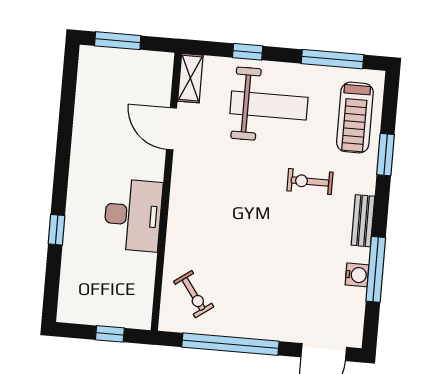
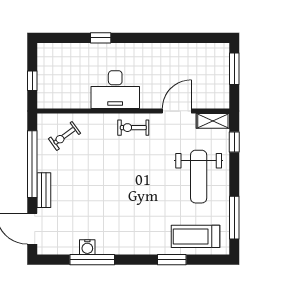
window: (248, 52) -> (234, 142), moved
exercise bike: (310, 182) -> (133, 128), moved, turned -90
bench: (363, 221) -> (44, 190), moved, turned 90

